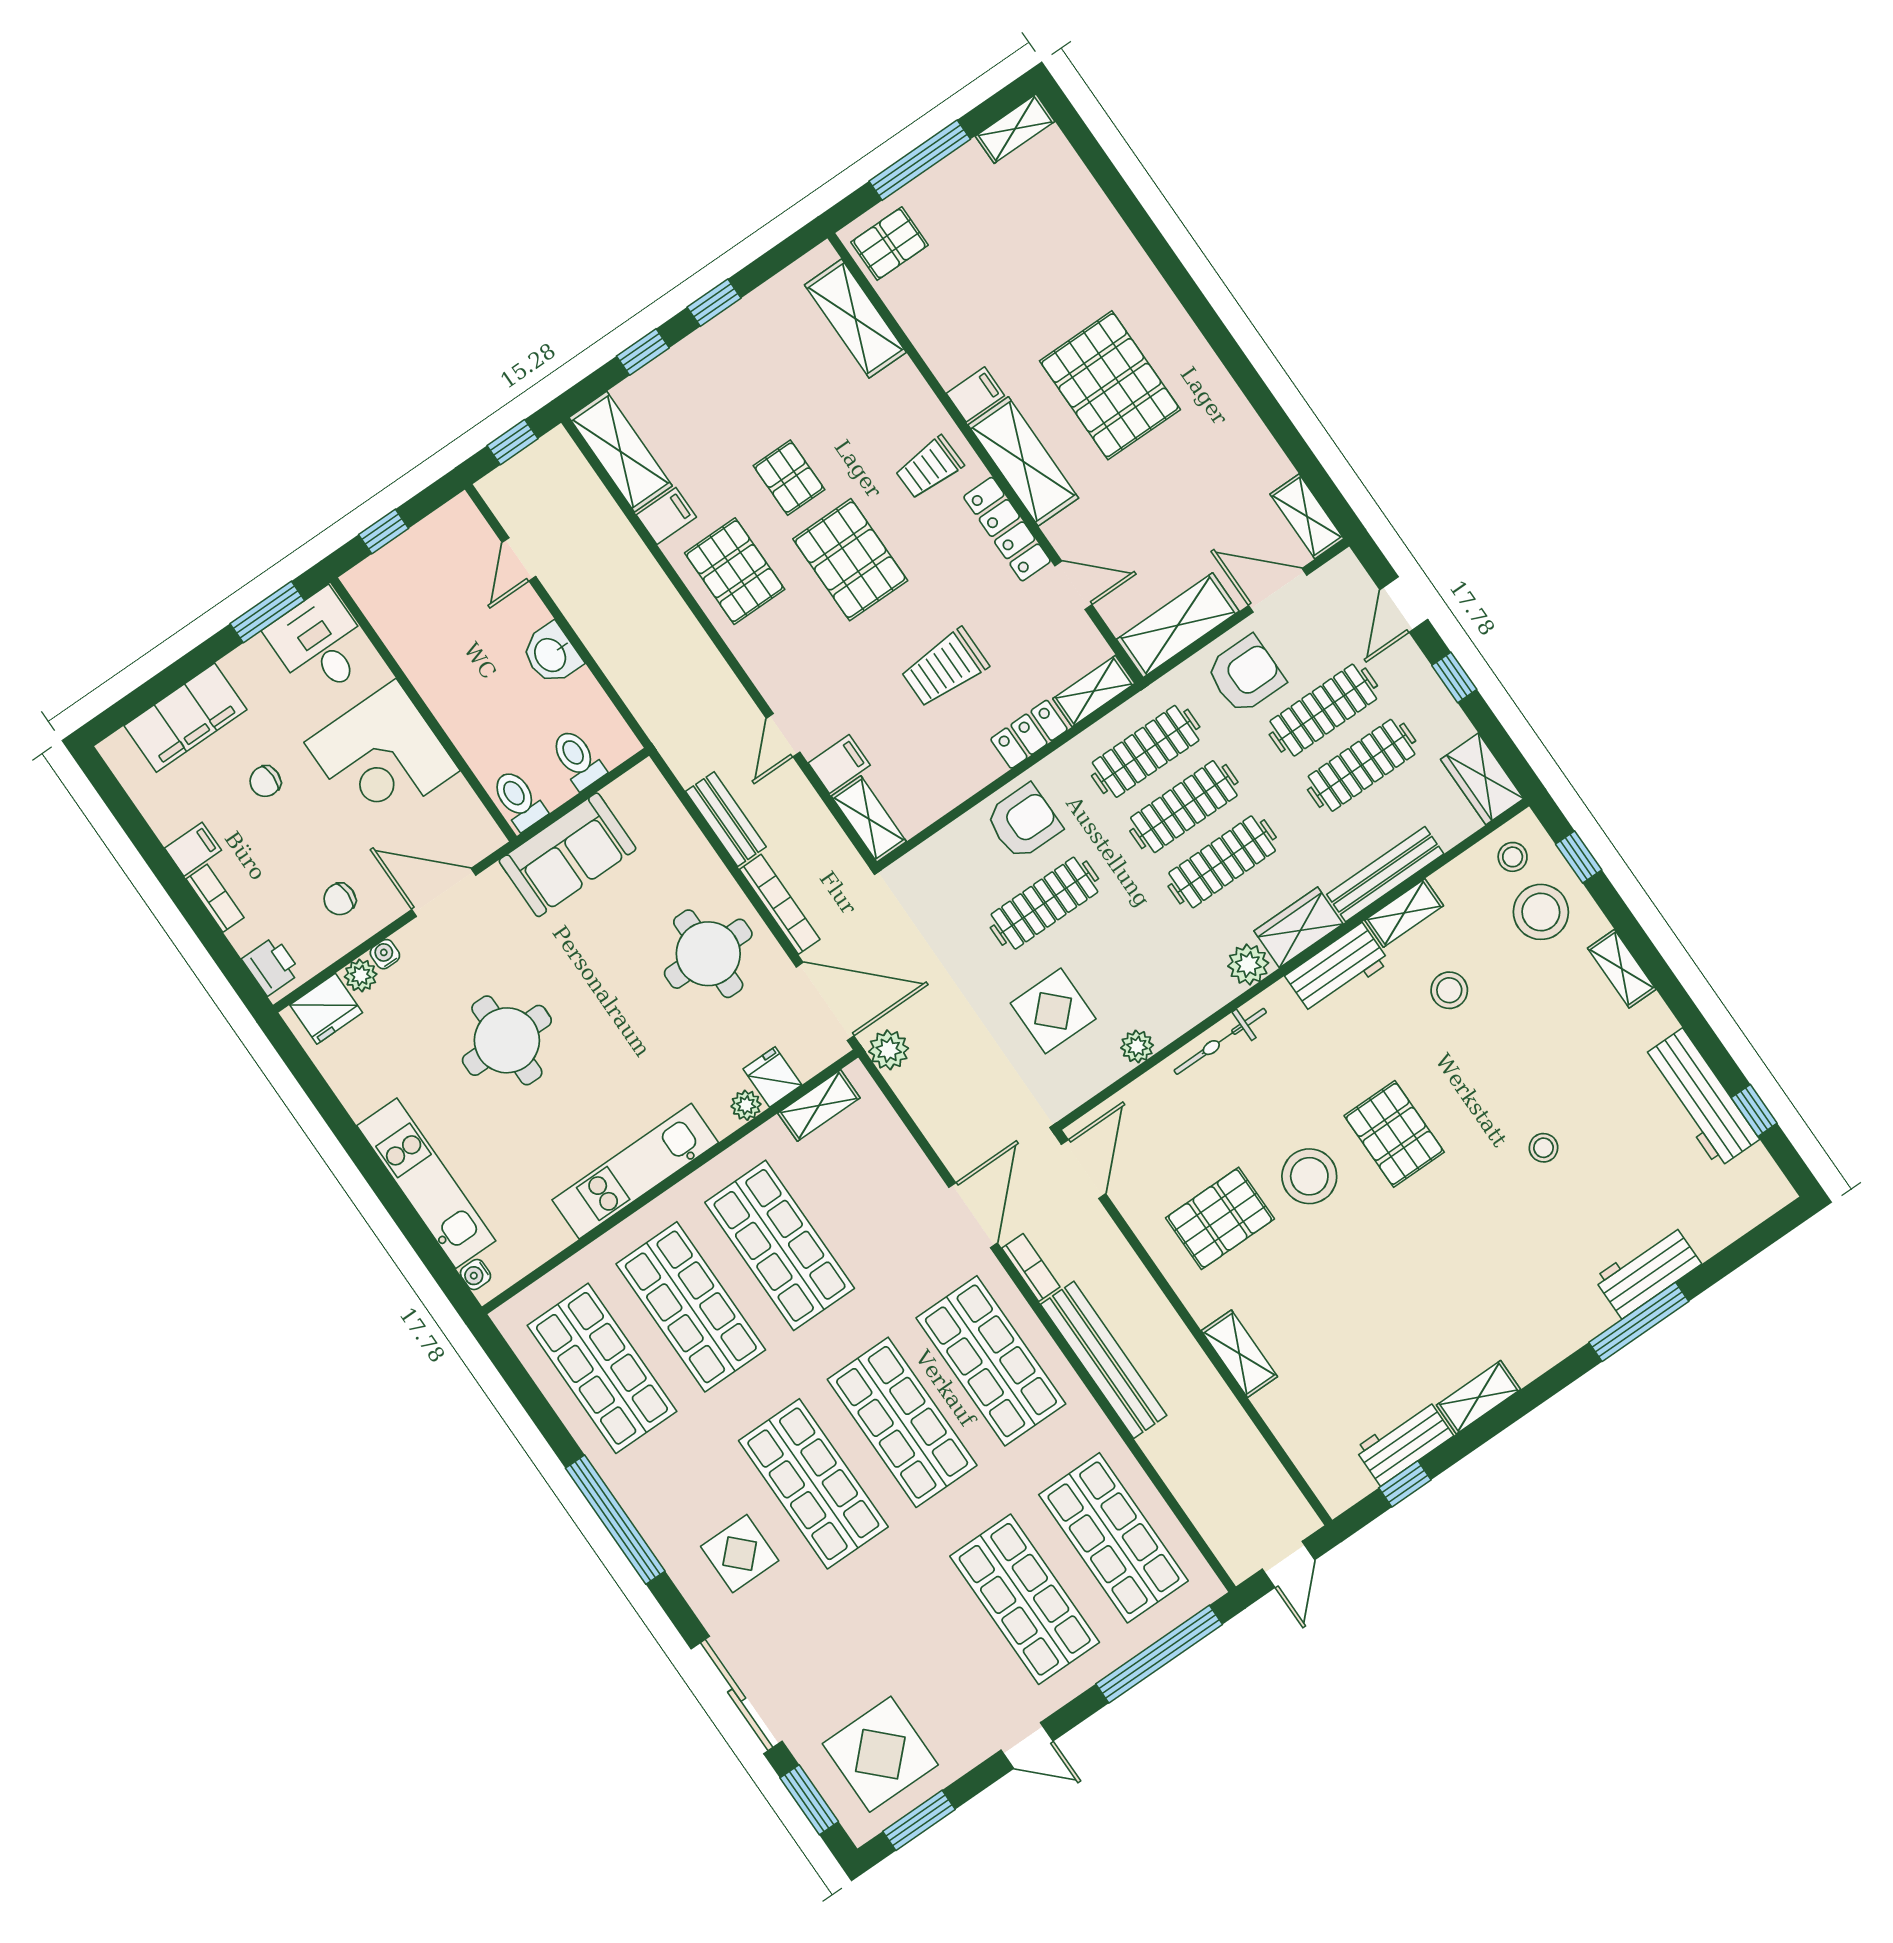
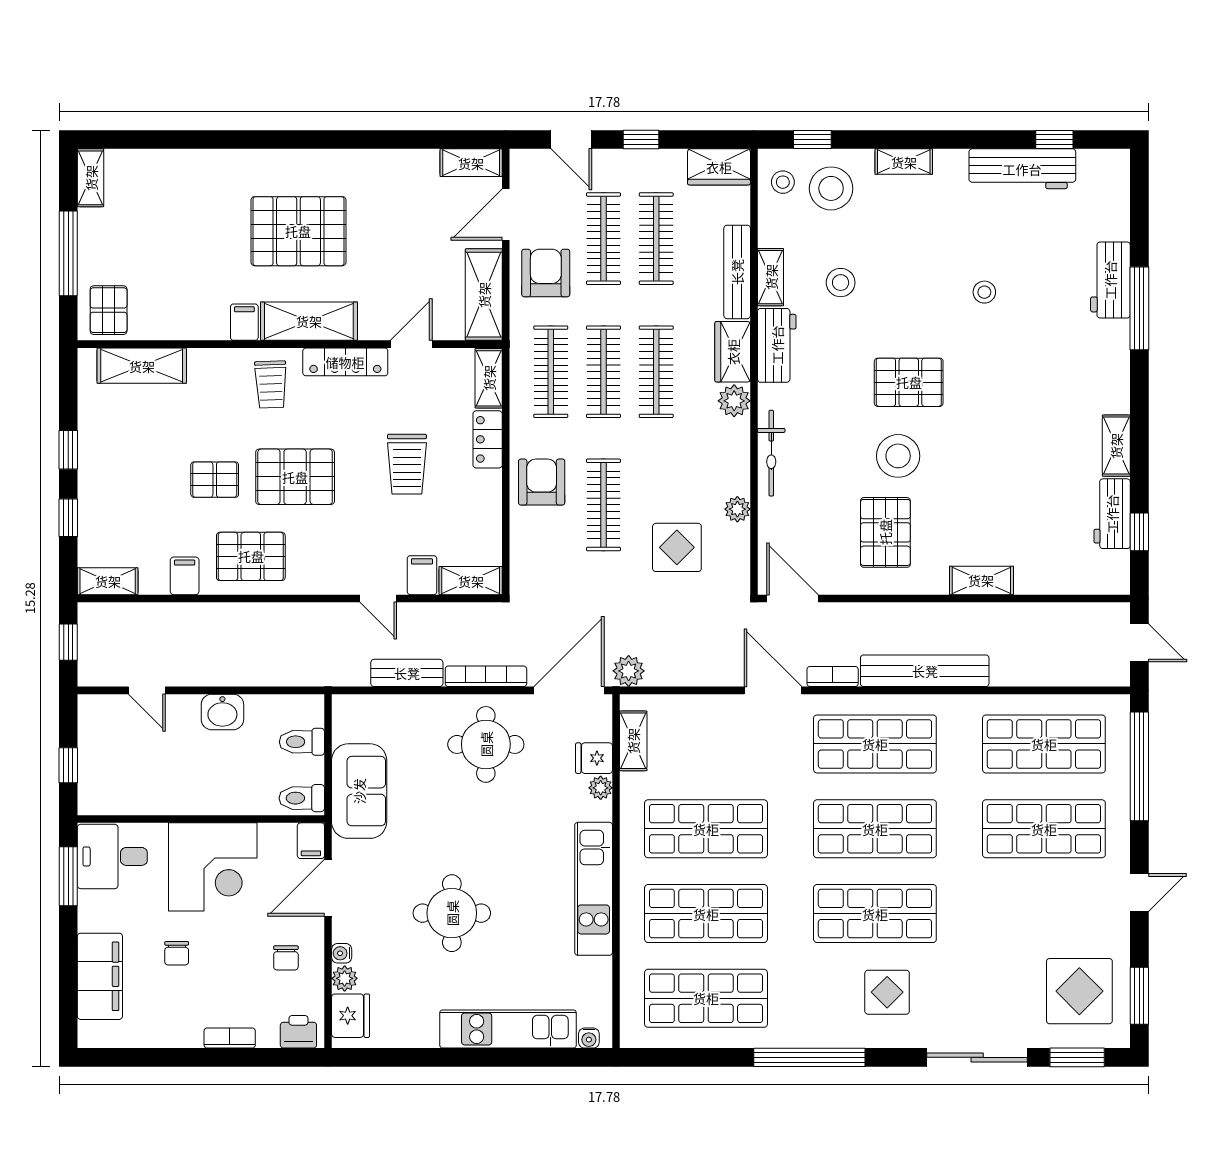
shelving: (621, 452) -> (108, 581), width x0.67, depth x0.75
filing cabinet: (193, 849) -> (311, 841), moved, turned 180

